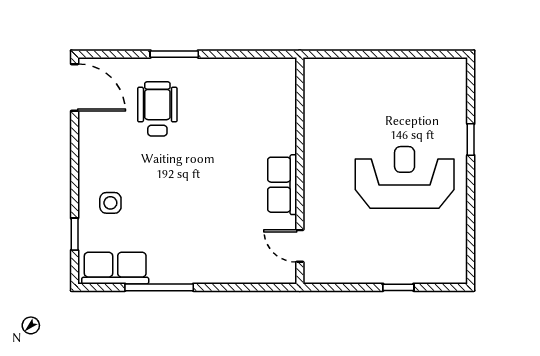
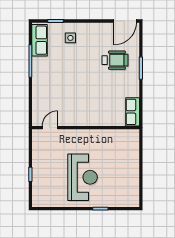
row of seats: (282, 185) -> (133, 112), moved, turned -90

